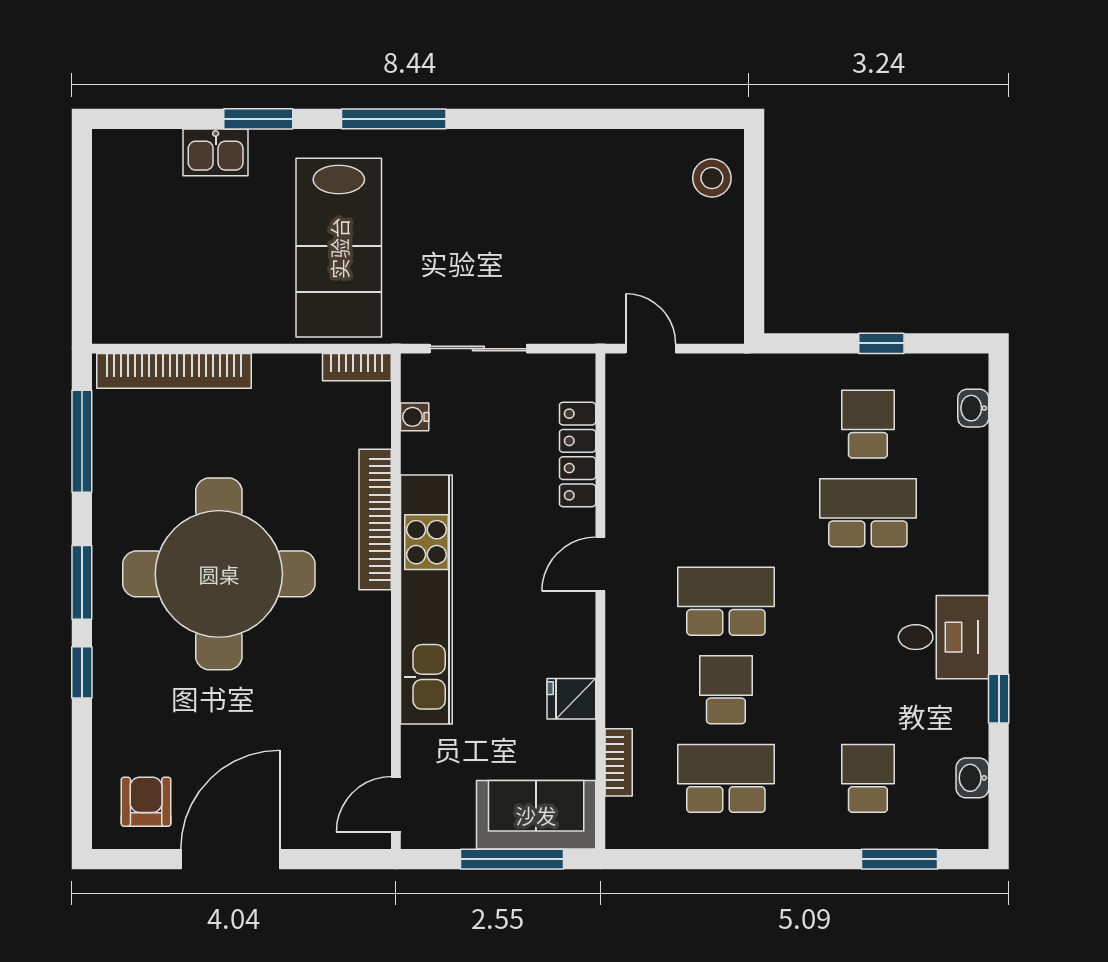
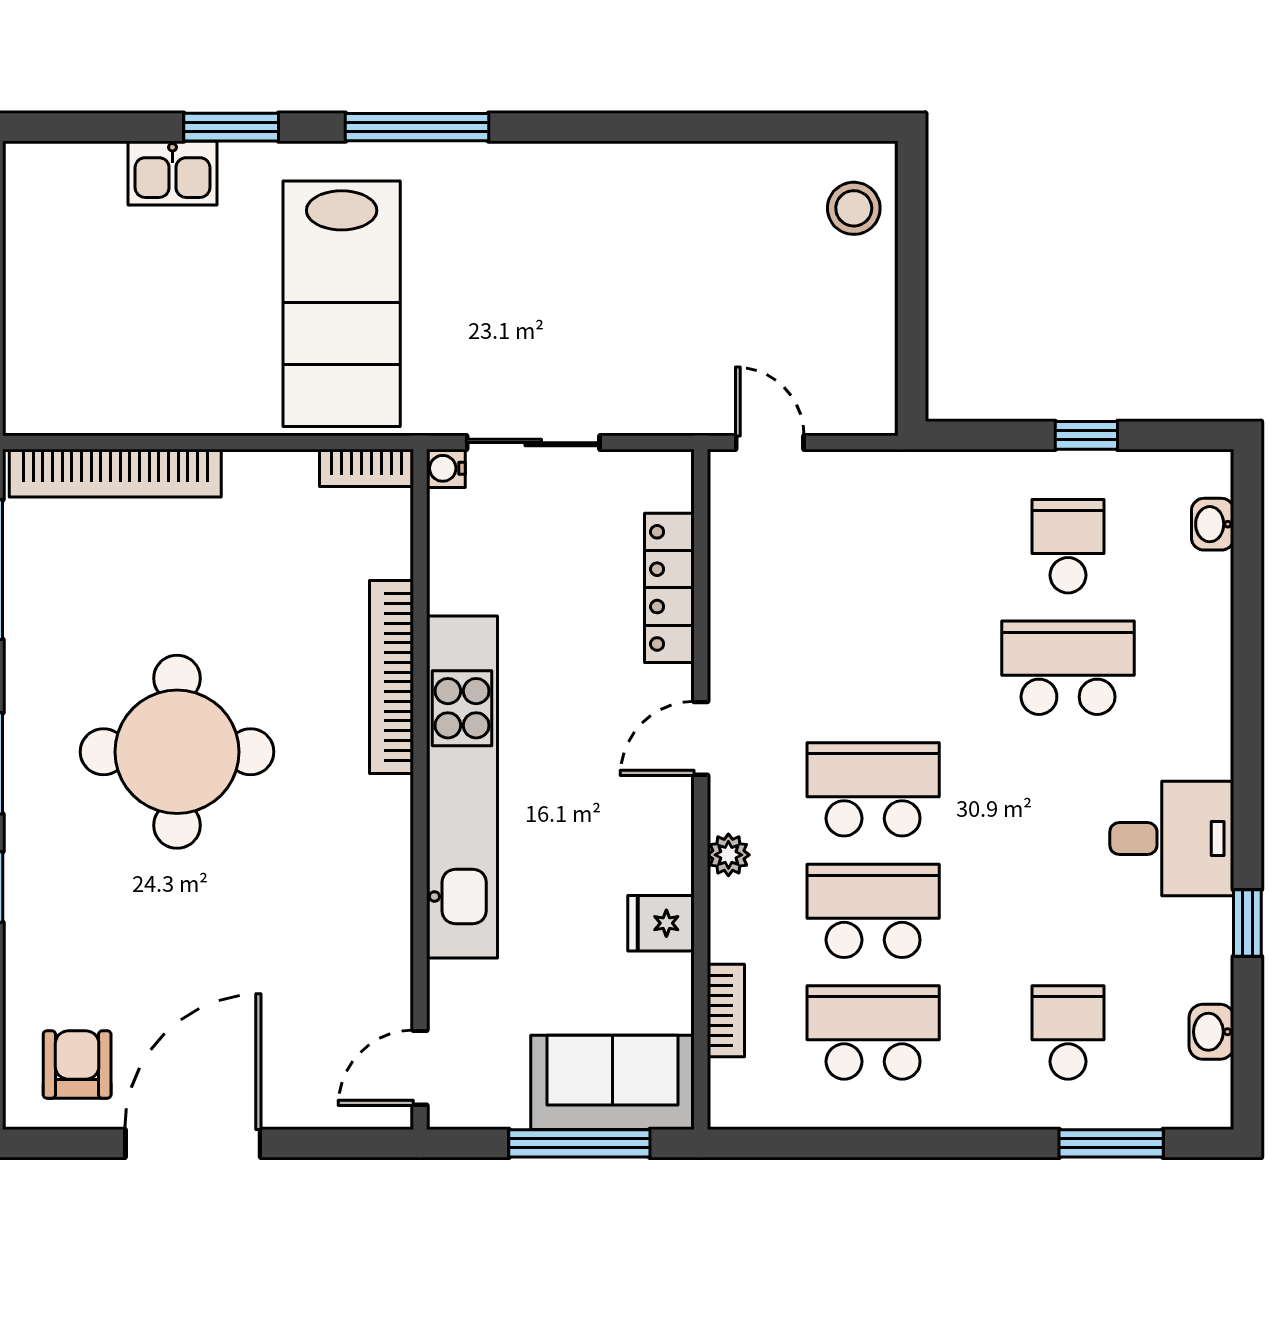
water cooler: (415, 417) -> (446, 468), moved
round table: (219, 574) -> (177, 752), width x0.73, depth x0.73
plant: (621, 649) -> (728, 855), added
school desk: (726, 690) -> (873, 911), width x1.85

